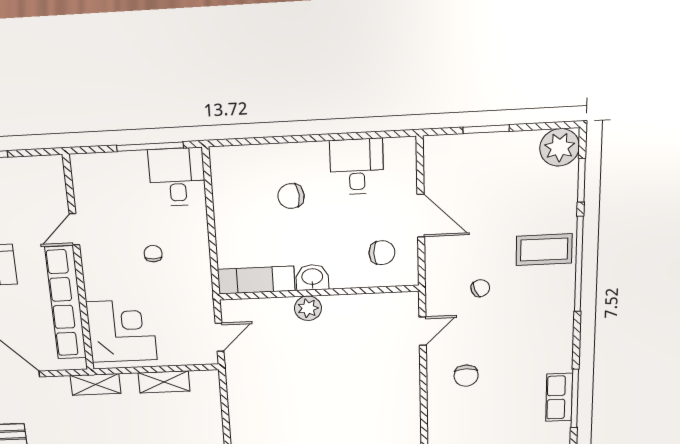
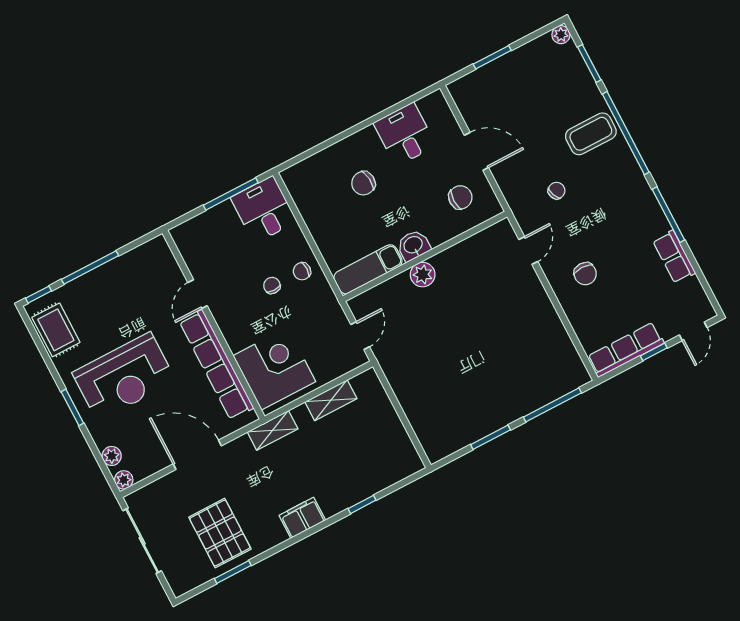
plant: (560, 147) -> (561, 35), width x0.53, depth x0.53
chair: (189, 253) -> (302, 271), added
window: (575, 399) -> (668, 215), moved

